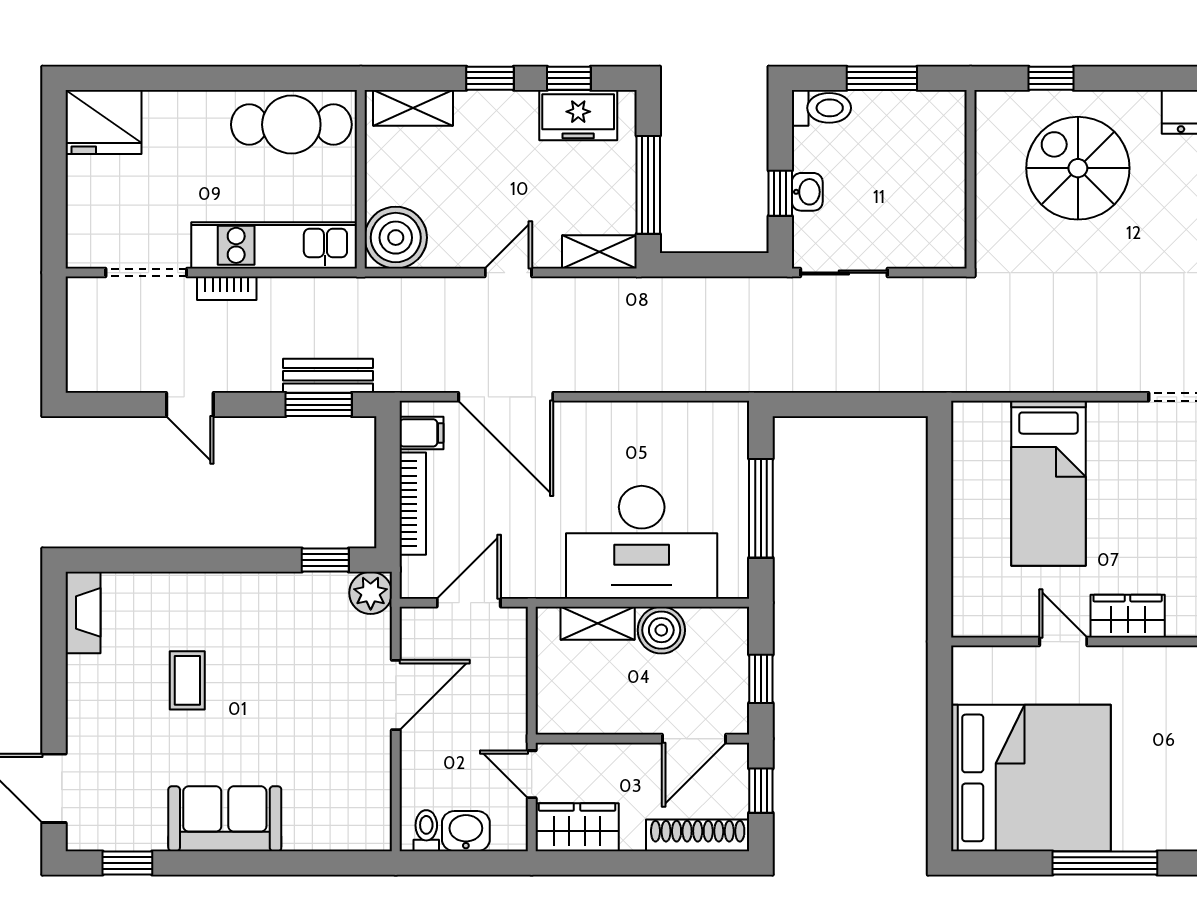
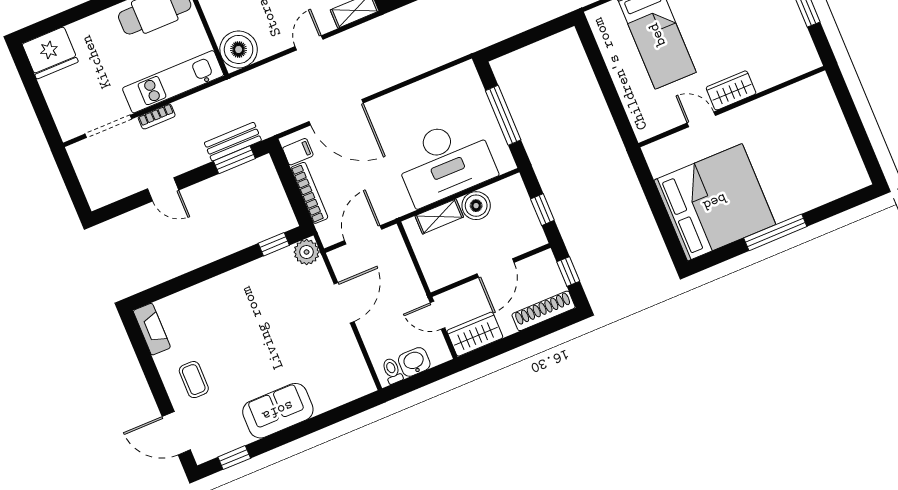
coffee table: (187, 680) -> (194, 380), moved
door: (694, 739) -> (496, 268), moved

